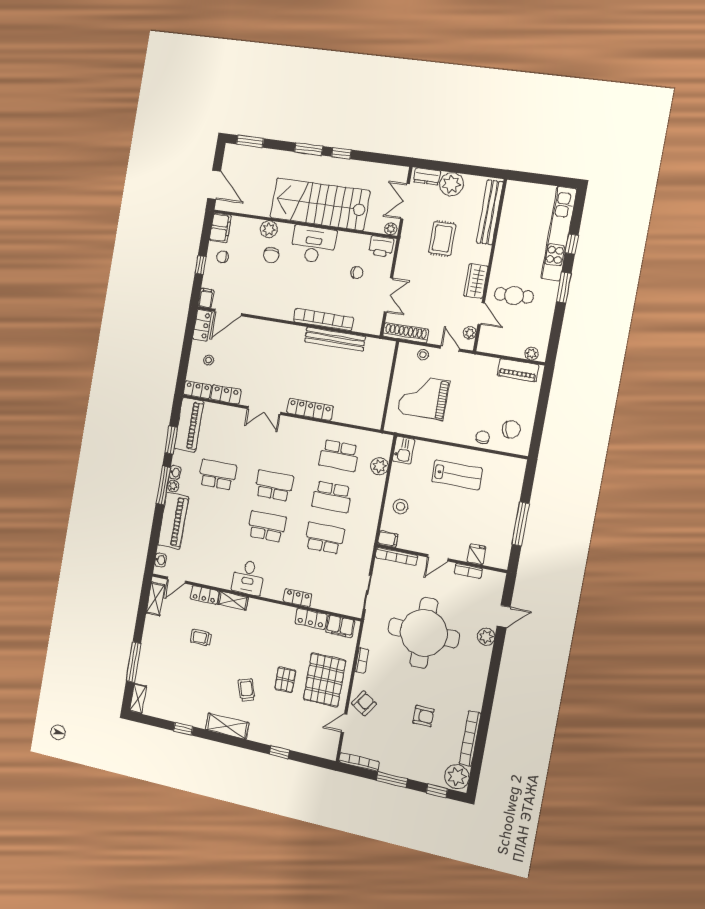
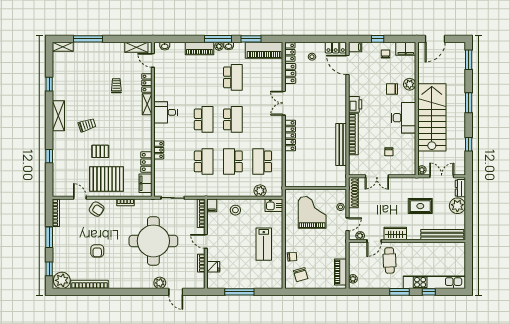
window: (341, 153) -> (469, 144), moved
printer: (381, 246) -> (355, 104), moved, turned 180
piano: (173, 521) -> (199, 48), width x0.73, depth x0.75

